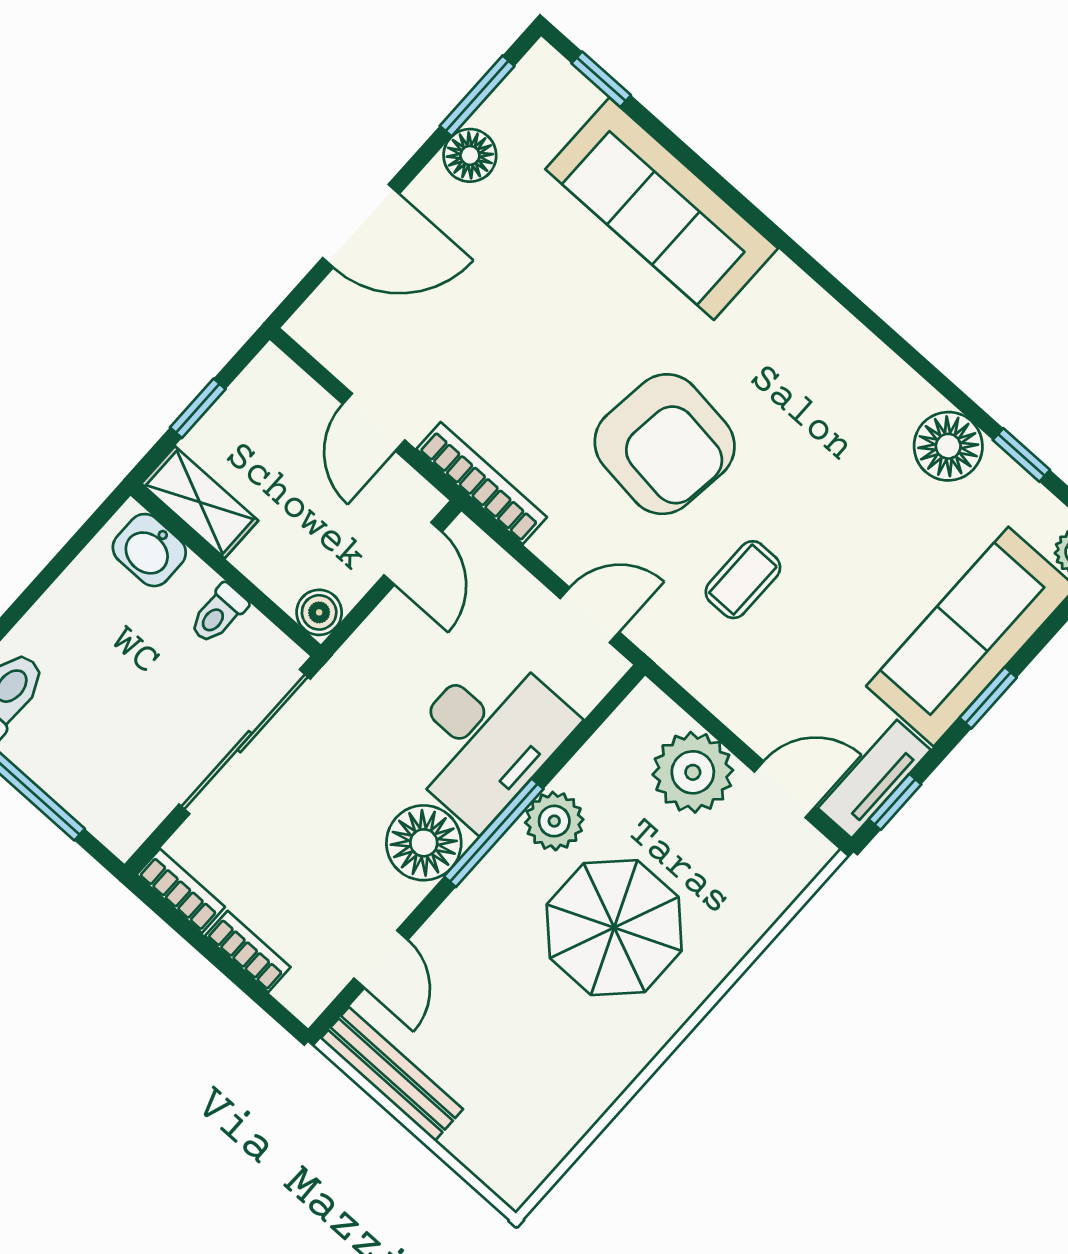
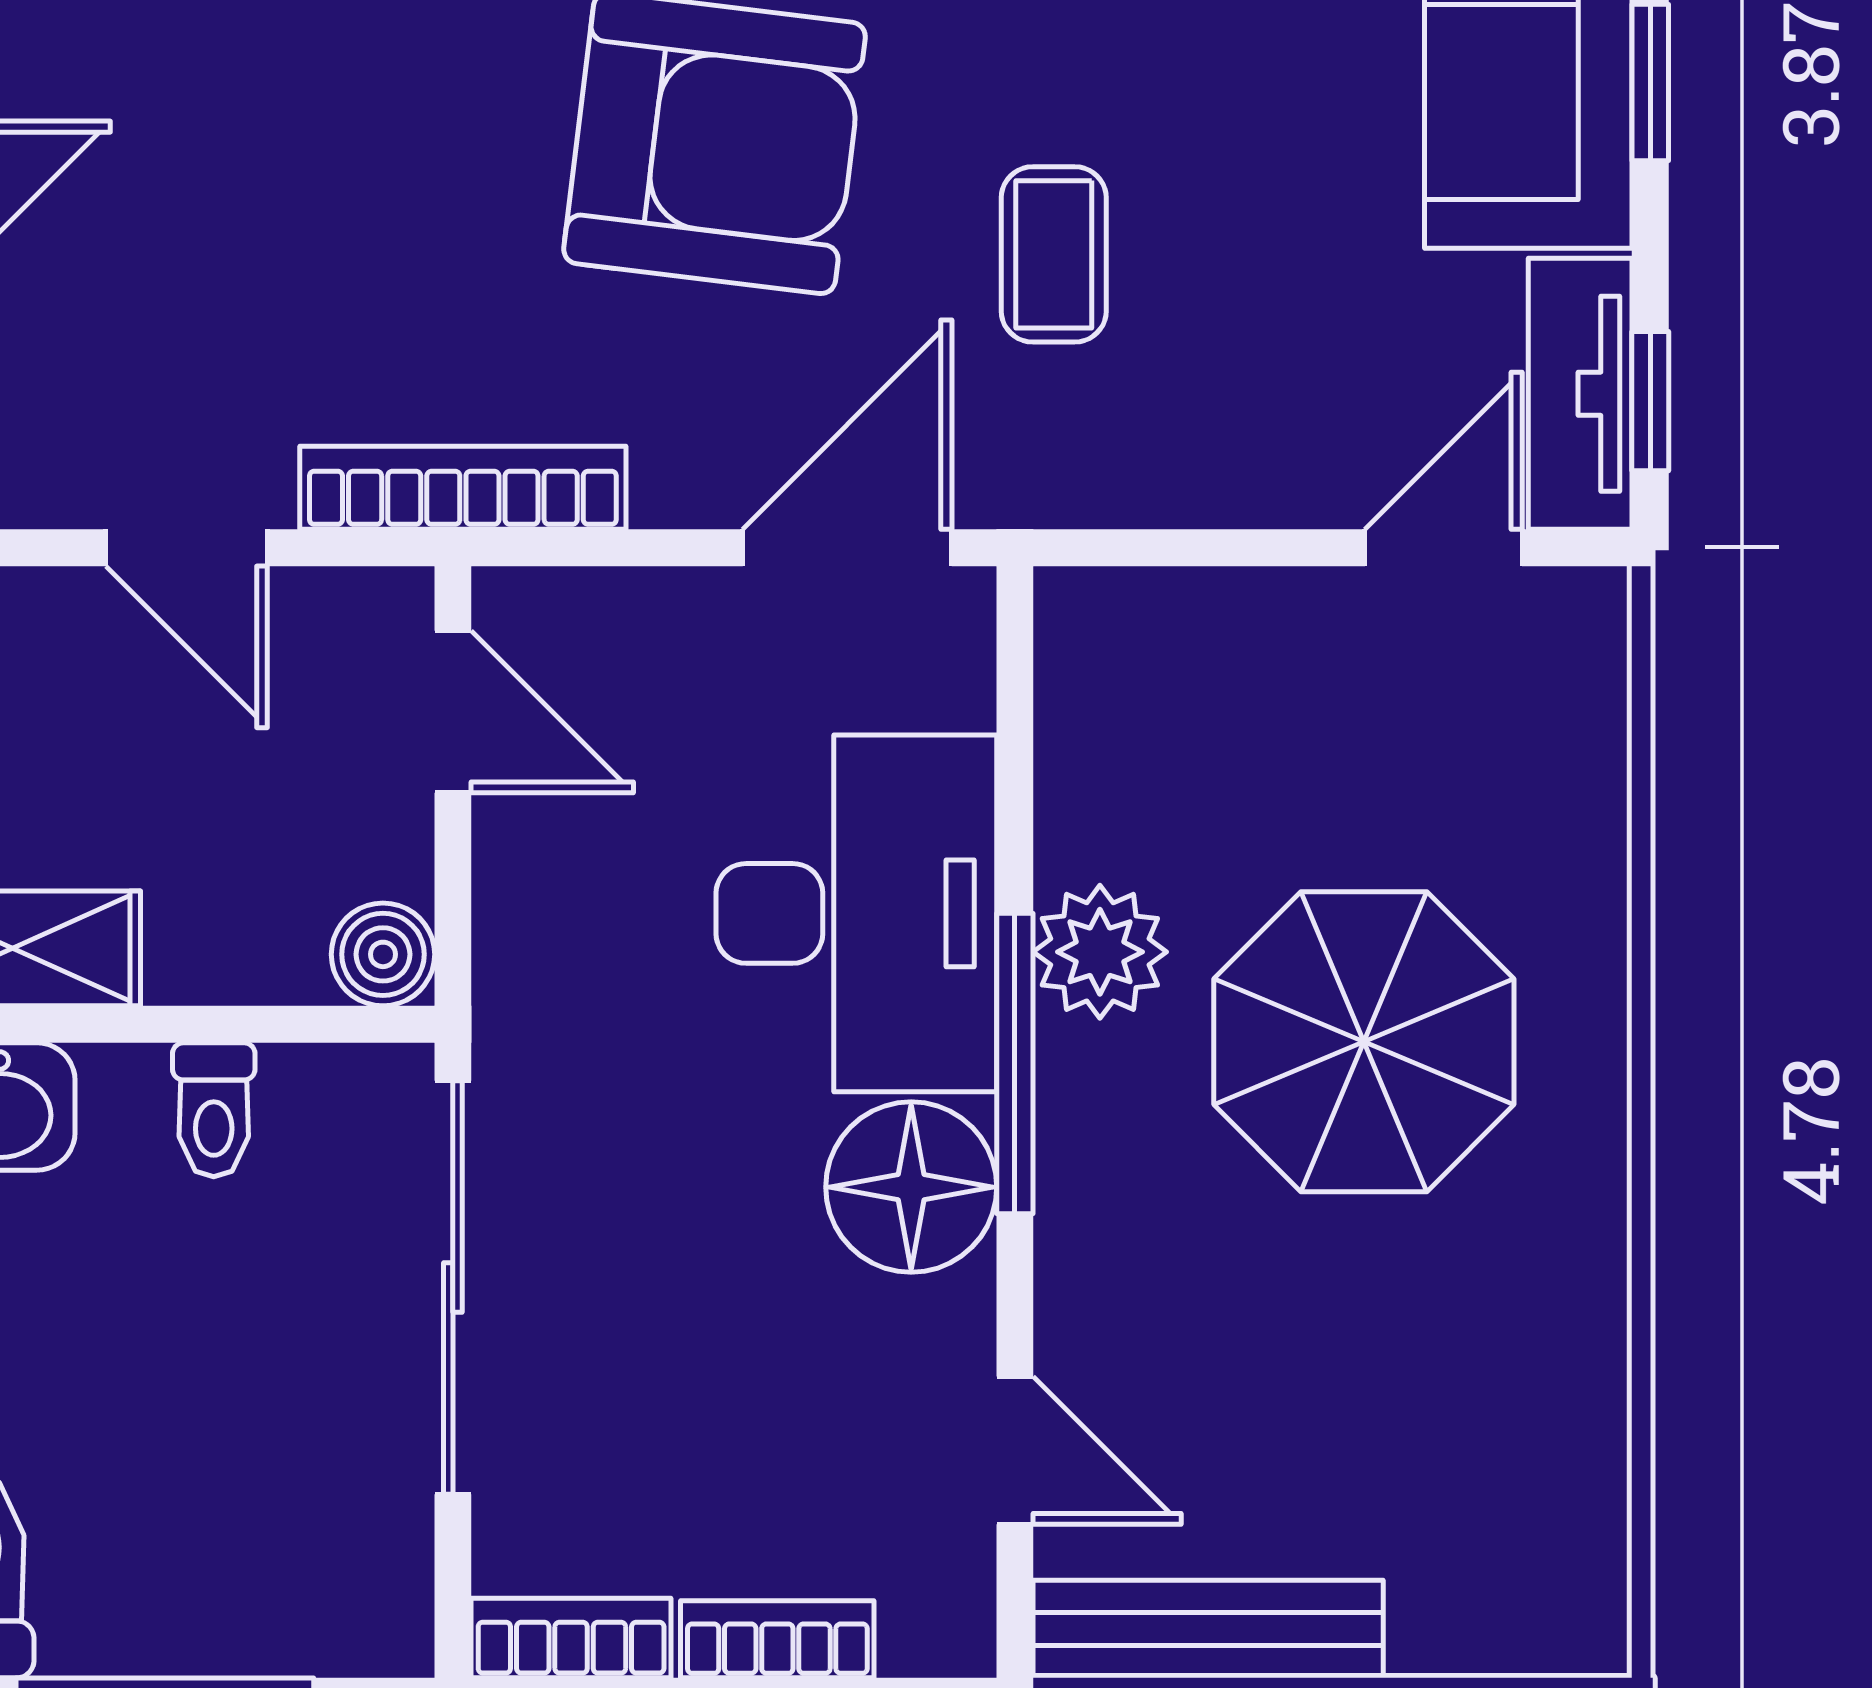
door: (590, 615) -> (847, 548), width x1.38
plant: (693, 772) -> (1261, 658), removed

